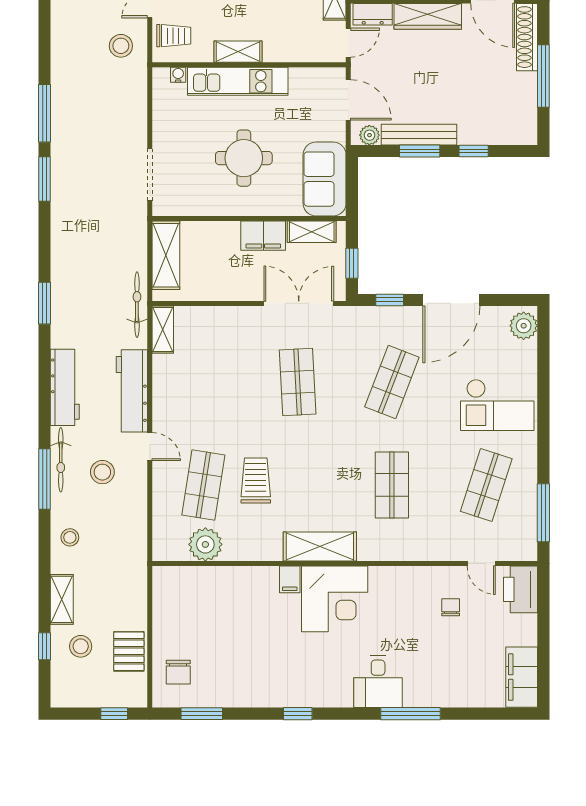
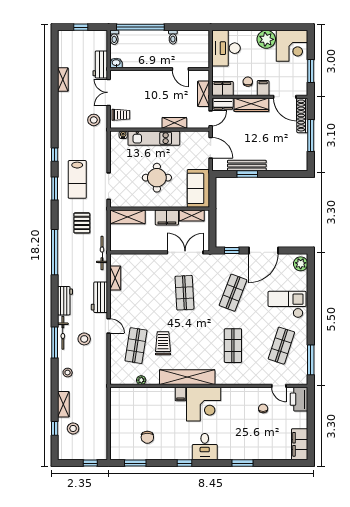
shelving: (238, 52) -> (174, 123), moved
window: (45, 113) -> (55, 155), width x0.46
plant: (369, 135) -> (221, 166), removed
window: (474, 151) -> (275, 174), removed
lab bench: (89, 162) -> (77, 179), added
shelving: (166, 255) -> (127, 217), moved, turned 90
window: (352, 263) -> (212, 232), removed
window: (45, 303) -> (55, 252), width x2.11
shelving: (163, 330) -> (115, 278), moved
workbench: (65, 387) -> (65, 301), width x0.73
workbench: (132, 391) -> (99, 297), width x0.73
checkout: (497, 405) -> (287, 304), turned 180
plant: (205, 544) -> (141, 380), width x0.53, depth x0.53
shelving: (320, 547) -> (187, 377), width x1.47
pallet: (129, 651) -> (82, 223), moved
chair: (178, 672) -> (147, 437), moved
desk: (378, 682) -> (205, 447), moved
window: (411, 714) -> (243, 463), width x0.69

